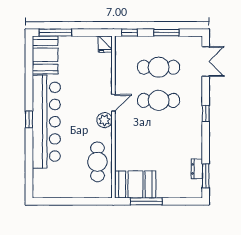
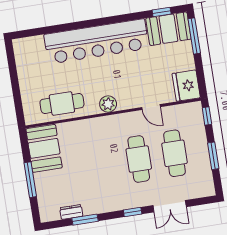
fridge: (105, 44) -> (186, 86), width x1.88, depth x1.34
double door: (206, 61) -> (170, 206), moved
door: (113, 103) -> (151, 107), moved
window: (29, 119) -> (162, 12), moved
window: (206, 176) -> (85, 220), moved
window: (146, 201) -> (30, 180), moved

